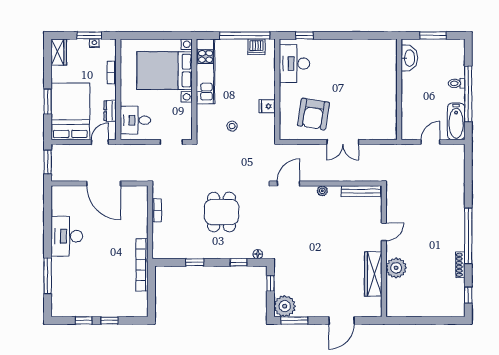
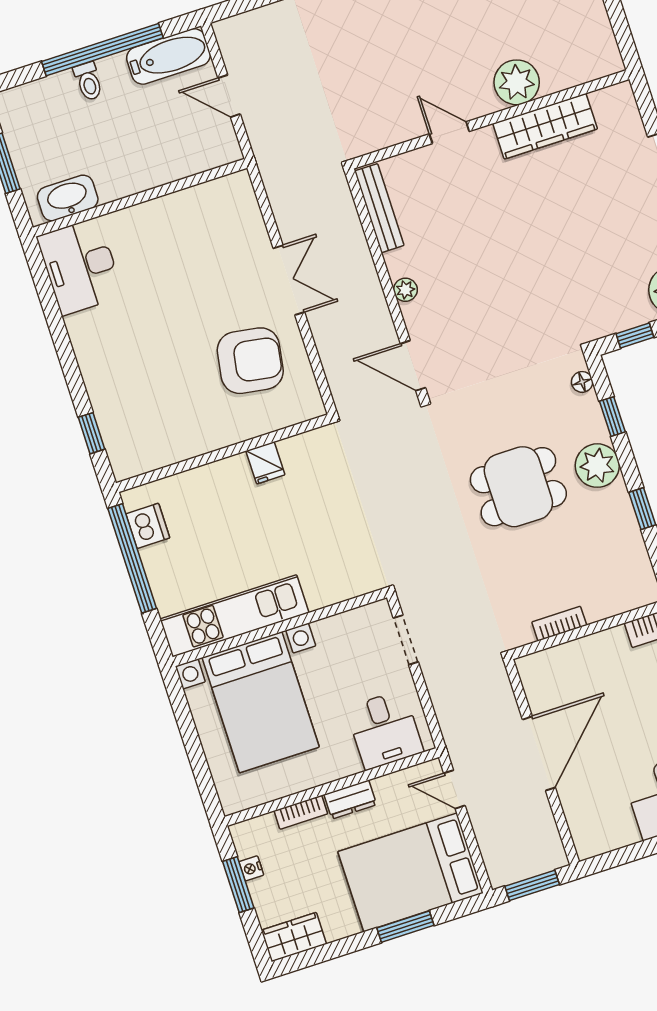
desk: (294, 64) -> (80, 266), moved, turned 90
dresser: (110, 111) -> (350, 800), moved
stool: (232, 126) -> (331, 523), removed
plant: (220, 249) -> (597, 466), added

